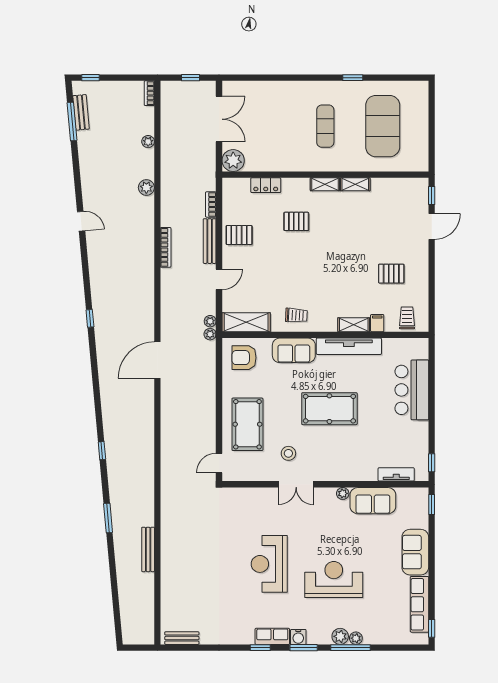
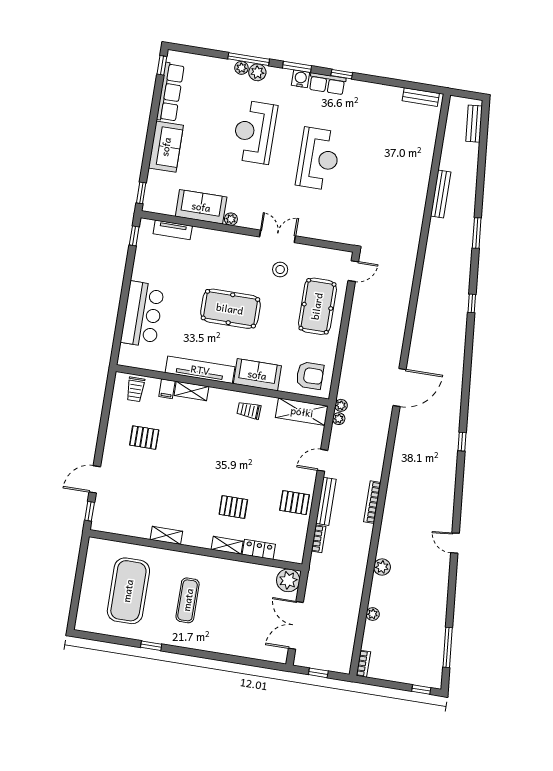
bench: (81, 112) -> (474, 124), moved
shelving: (325, 184) -> (227, 545), moved
reception desk: (334, 580) -> (254, 132), turned 90

